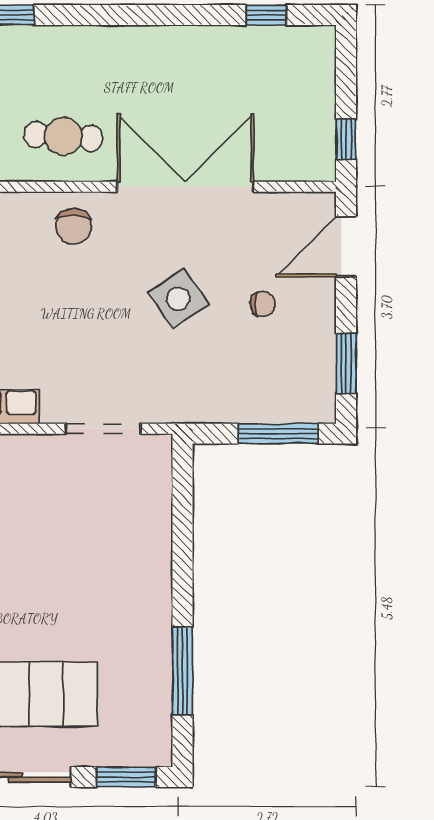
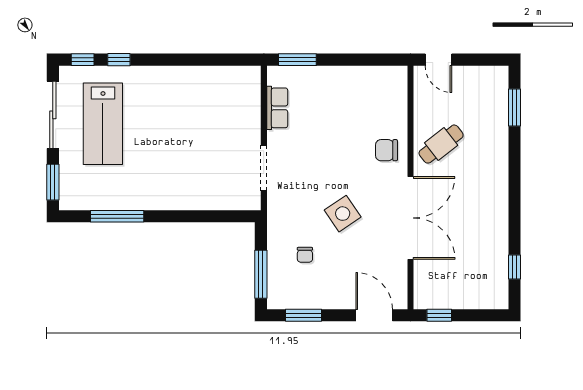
cafe table: (63, 136) -> (441, 144), turned 48
chair: (263, 304) -> (305, 255), moved

